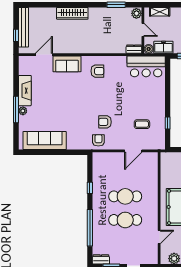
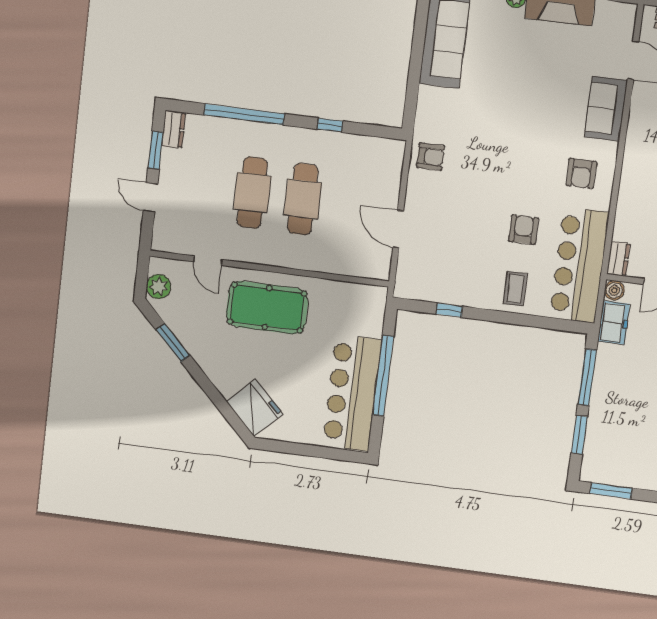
bar counter: (146, 66) -> (579, 265), width x1.36
armchair: (105, 122) -> (524, 230), moved
coffee table: (142, 124) -> (515, 289), moved

